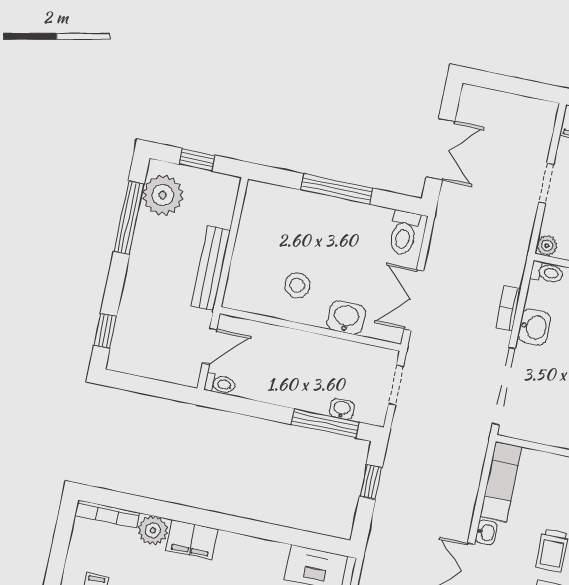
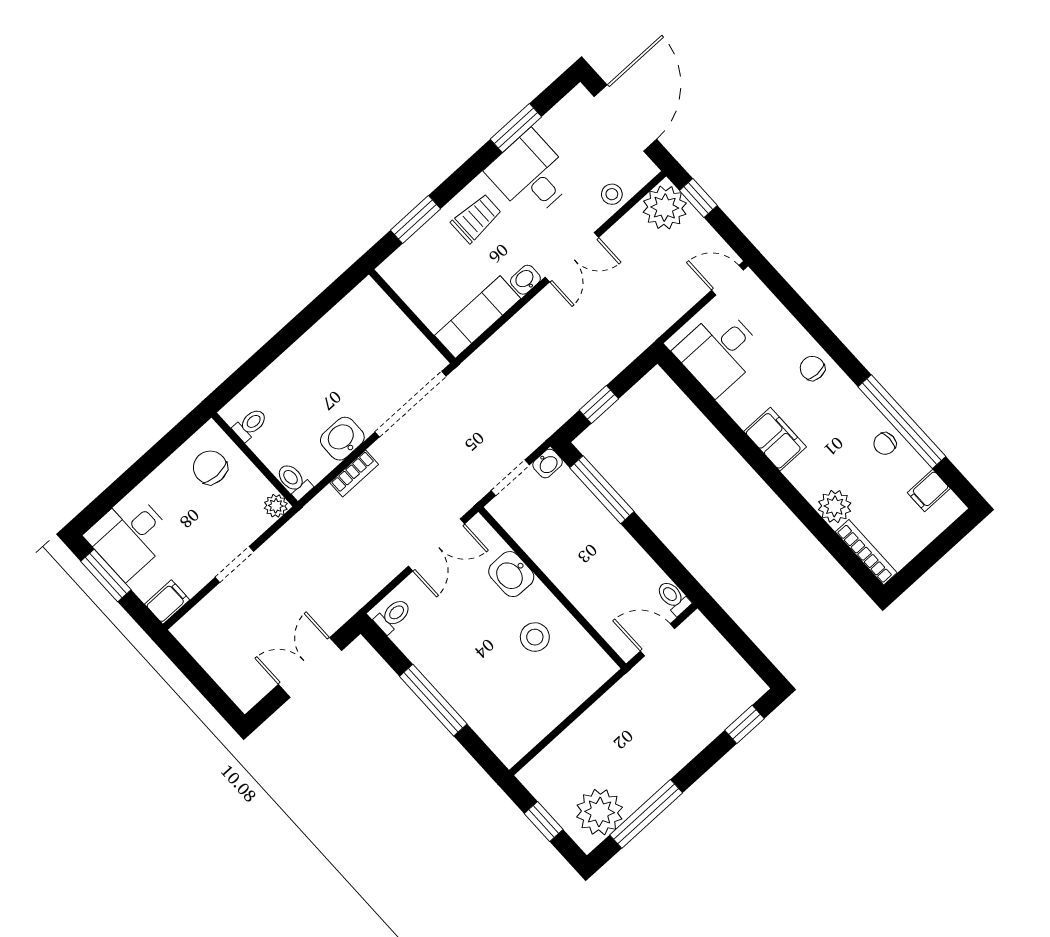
toilet: (404, 233) -> (393, 616), width x0.73, depth x0.72
bench: (211, 268) -> (604, 711), removed
washbasin: (342, 409) -> (548, 463), moved, turned -90
filing cabinet: (192, 540) -> (775, 439), moved

